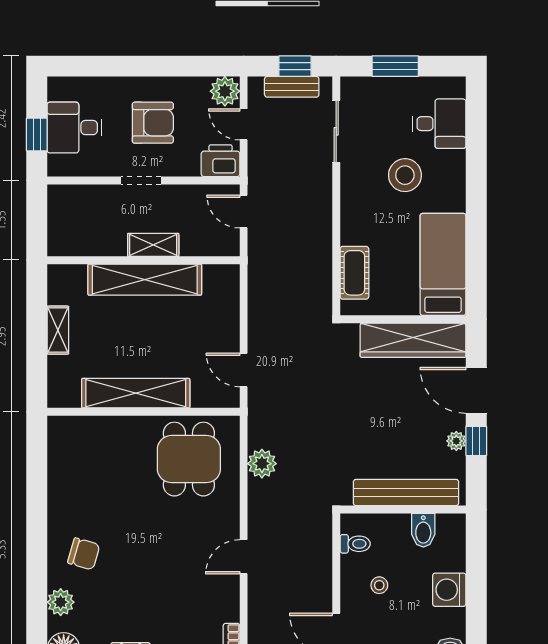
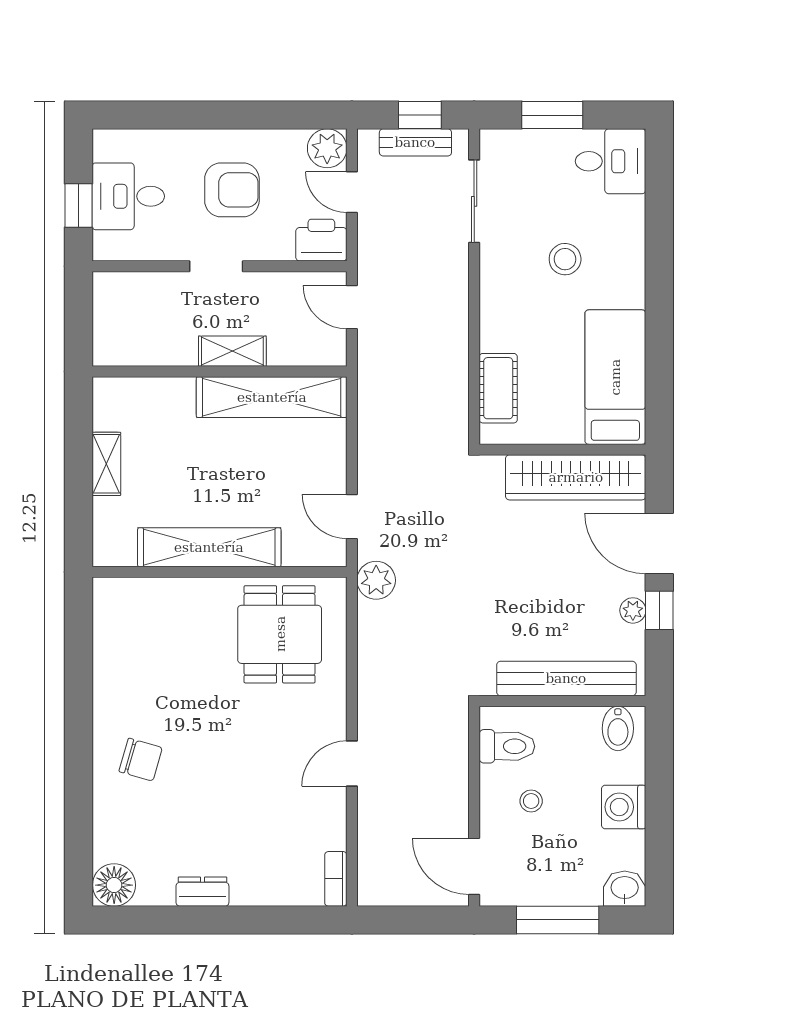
desk: (439, 124) -> (611, 161), moved
stool: (405, 175) -> (565, 259), width x0.73, depth x0.73
shelving: (145, 280) -> (272, 397), moved
plant: (262, 464) -> (376, 580), moved
bidet: (423, 530) -> (618, 728), moved
toilet: (355, 544) -> (507, 746), width x1.37, depth x1.39
plant: (61, 602) -> (110, 823), removed

